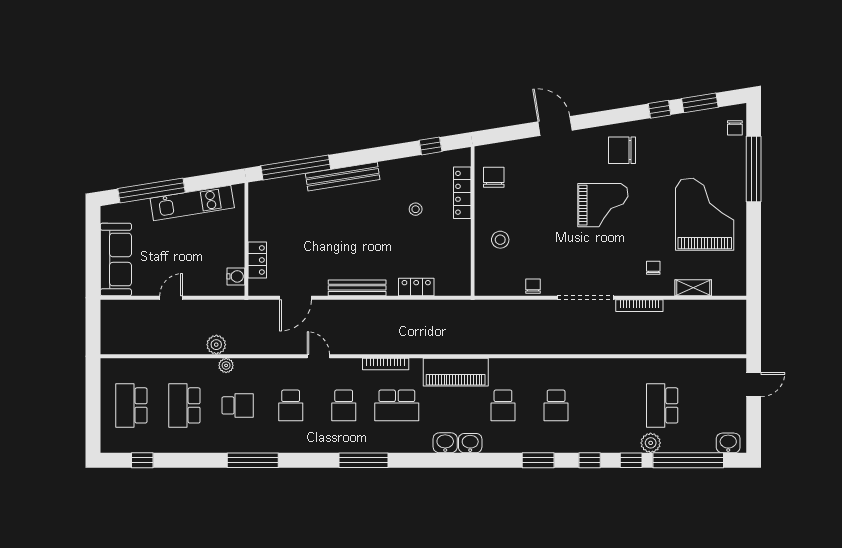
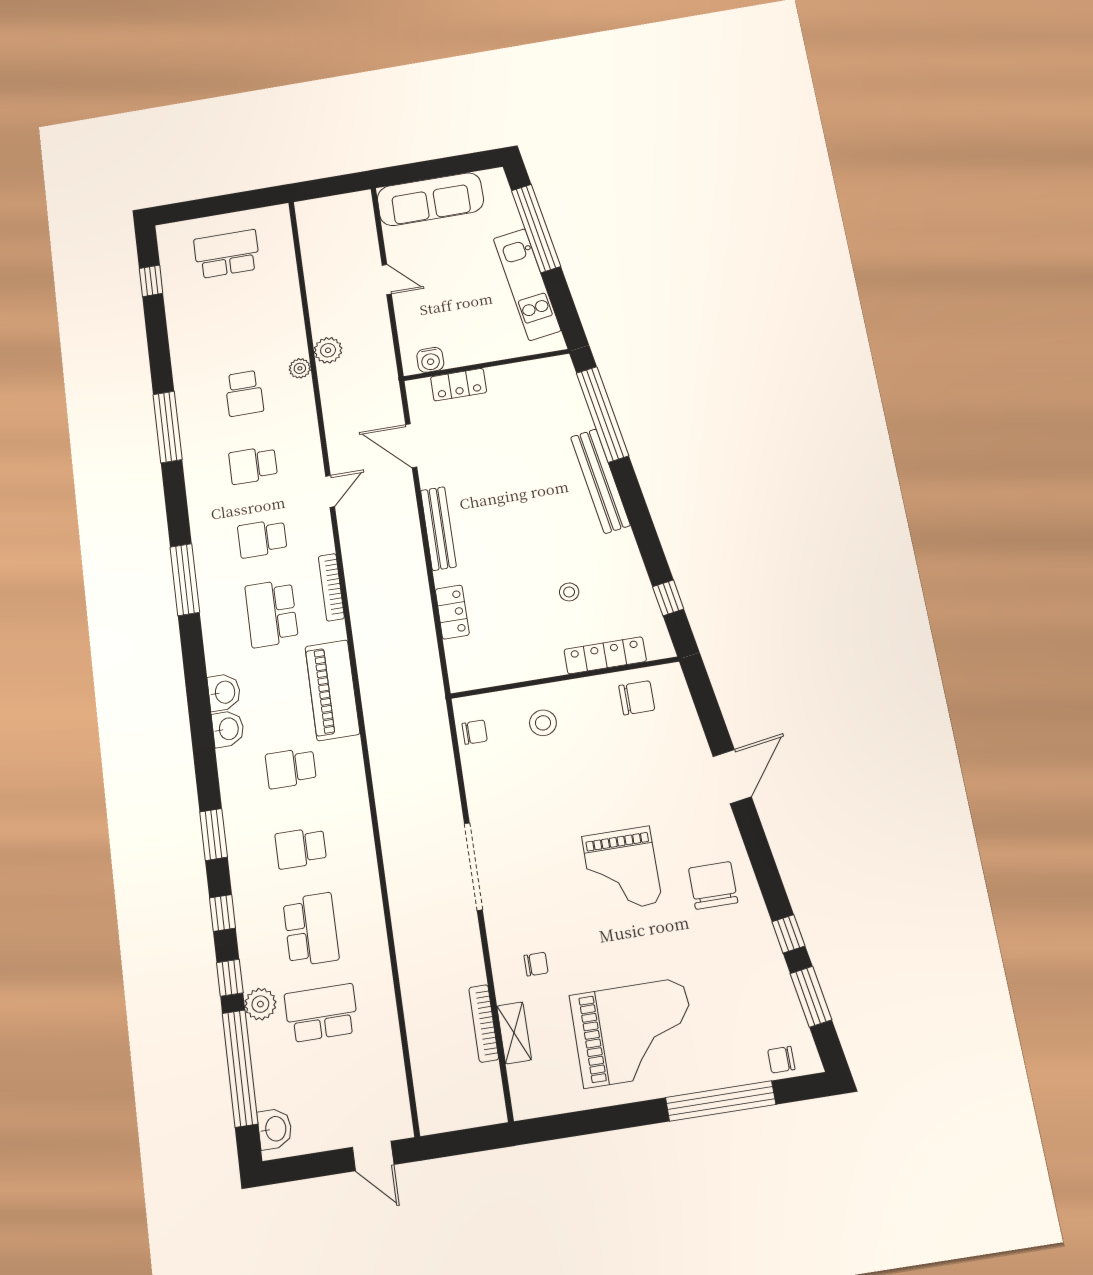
chair: (533, 286) -> (475, 732), moved
bookcase: (639, 306) -> (484, 1023), moved
school desk: (184, 405) -> (311, 930), moved, turned 90

